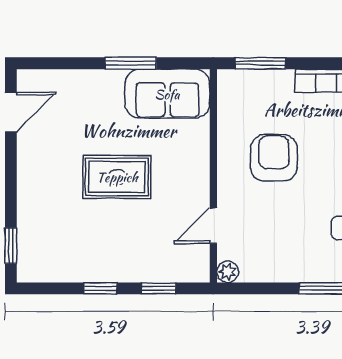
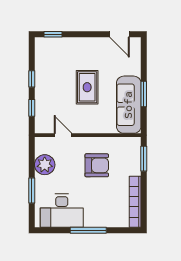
sofa: (167, 94) -> (129, 105), width x1.36
plant: (228, 272) -> (45, 165), moved, width x1.88, depth x1.88

